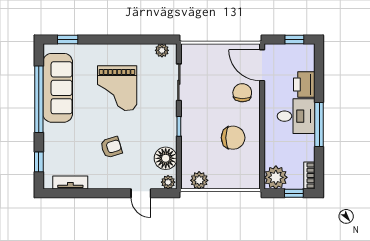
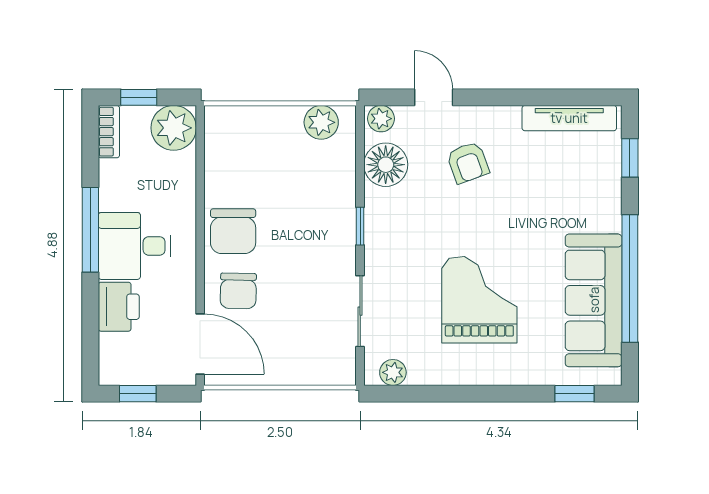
chair: (233, 138) -> (233, 231), moved, turned -90
armchair: (111, 147) -> (468, 163), moved, turned -93
tv unit: (70, 183) -> (569, 118), width x1.41

